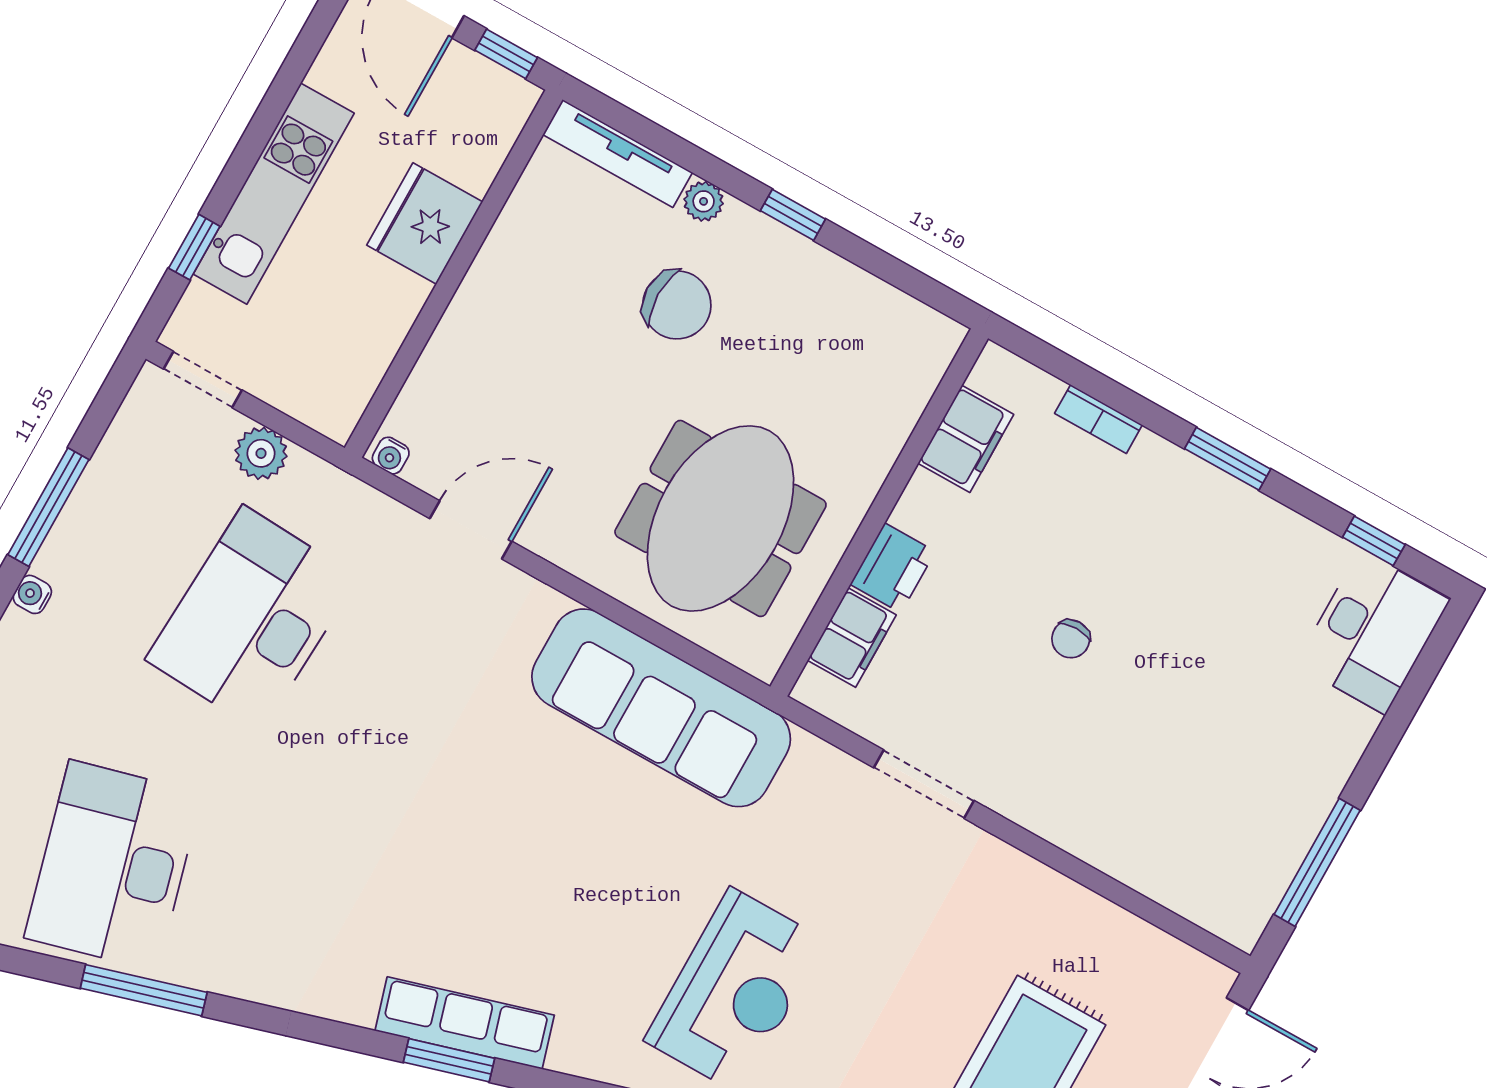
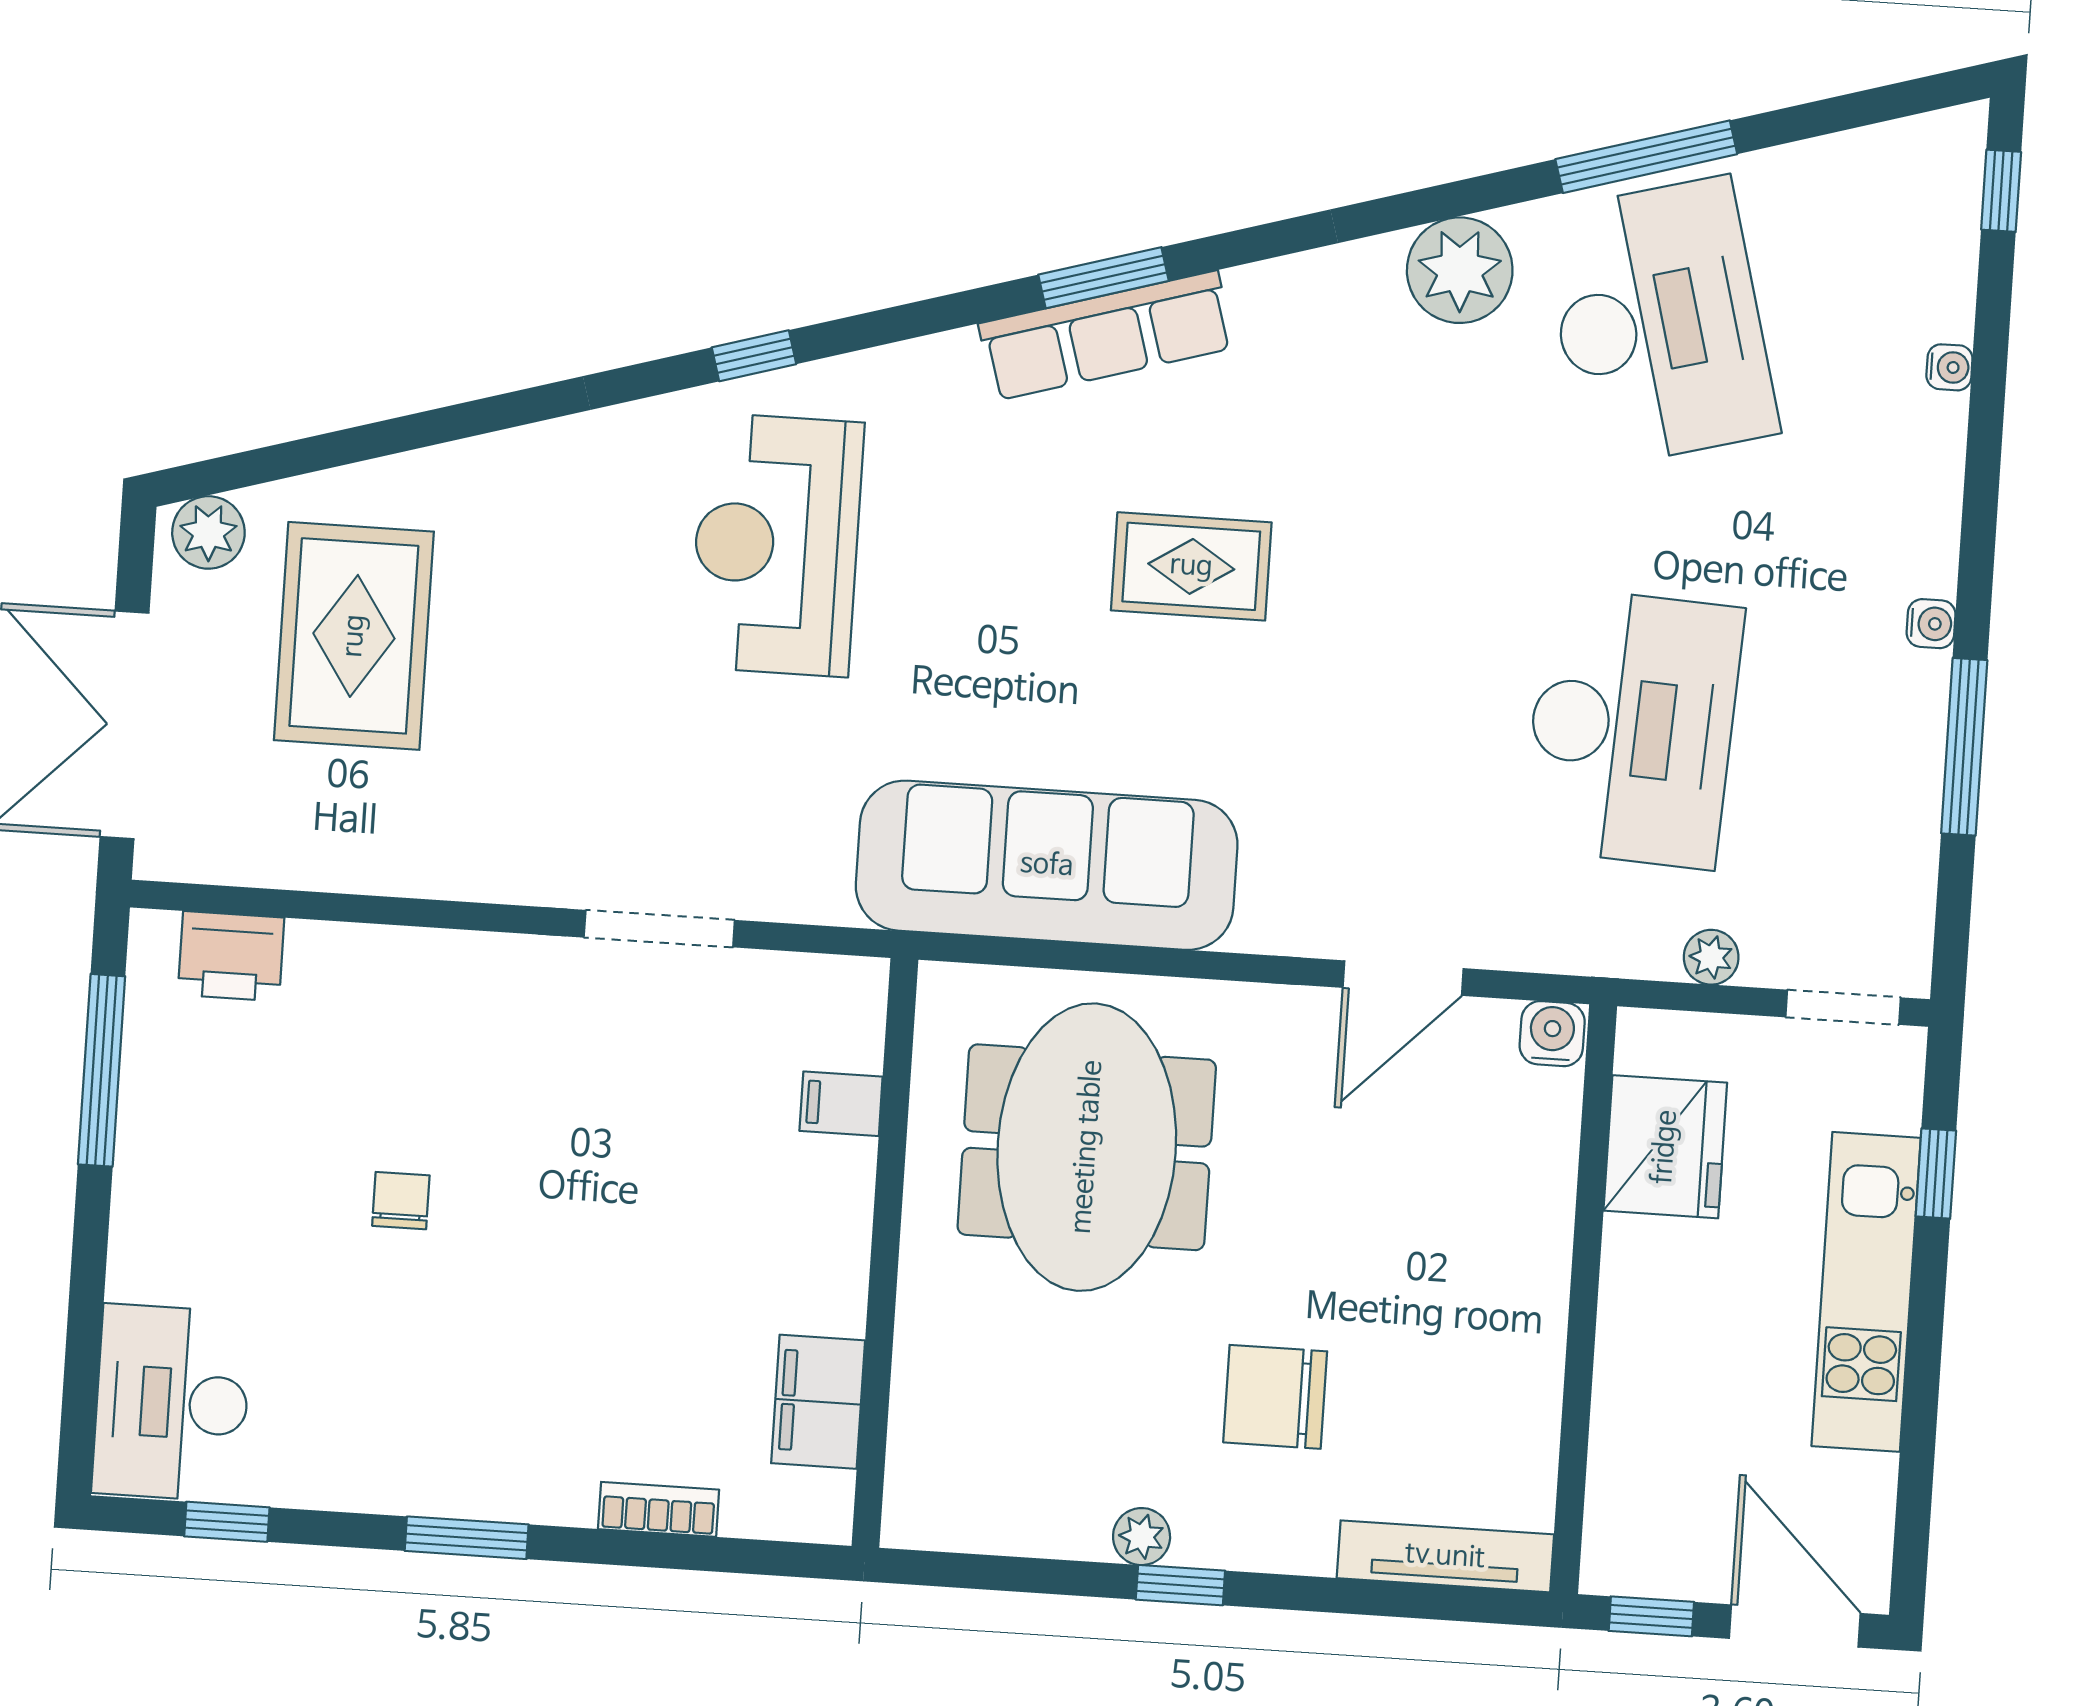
plant: (704, 201) -> (1142, 1537), moved
fridge: (425, 223) -> (1665, 1147), moved
plant: (261, 453) -> (1711, 957), width x0.73, depth x0.73
water cooler: (391, 456) -> (1552, 1034), width x1.38, depth x1.38
printer: (893, 568) -> (231, 956), moved, turned -90
filing cabinet: (852, 638) -> (841, 1104), width x0.50
chair: (1071, 639) -> (401, 1201), moved
rug: (480, 852) -> (1191, 566), added
plant: (223, 958) -> (1460, 270), added
window: (144, 990) -> (1646, 157), moved

